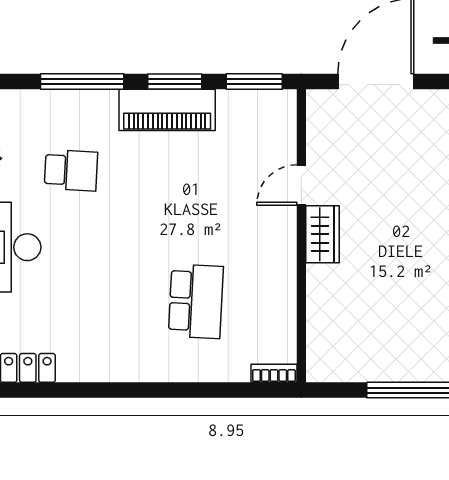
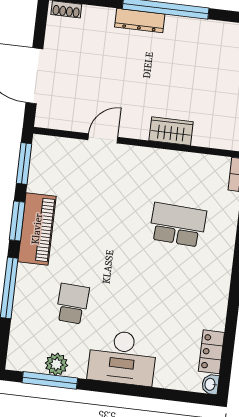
door: (301, 185) -> (103, 138), swing flipped
wardrobe: (322, 234) -> (171, 131), moved

